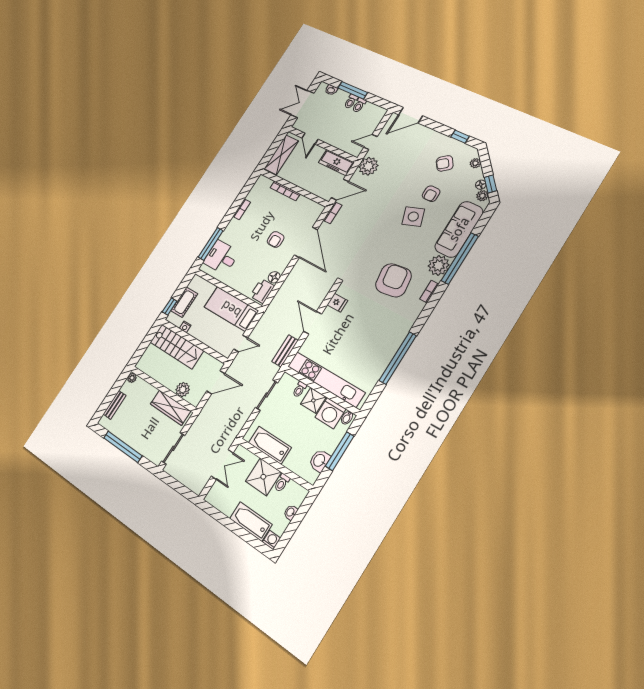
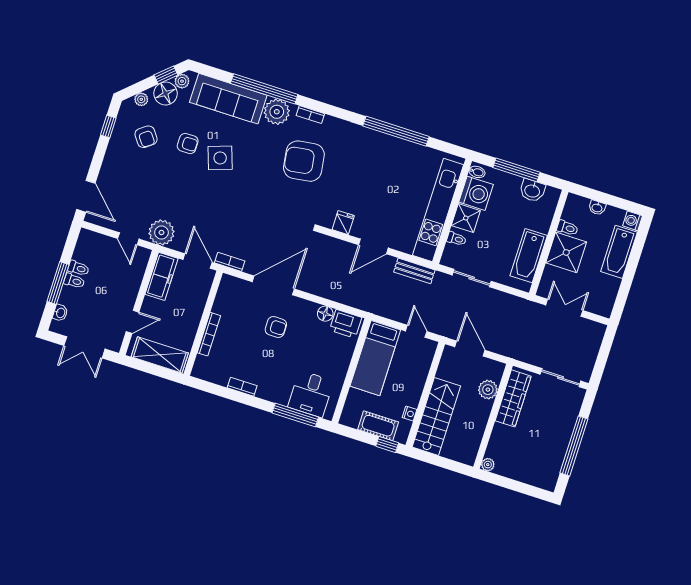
floor lamp: (481, 185) -> (166, 94), width x1.89, depth x1.89
bench: (115, 405) -> (526, 477), removed

